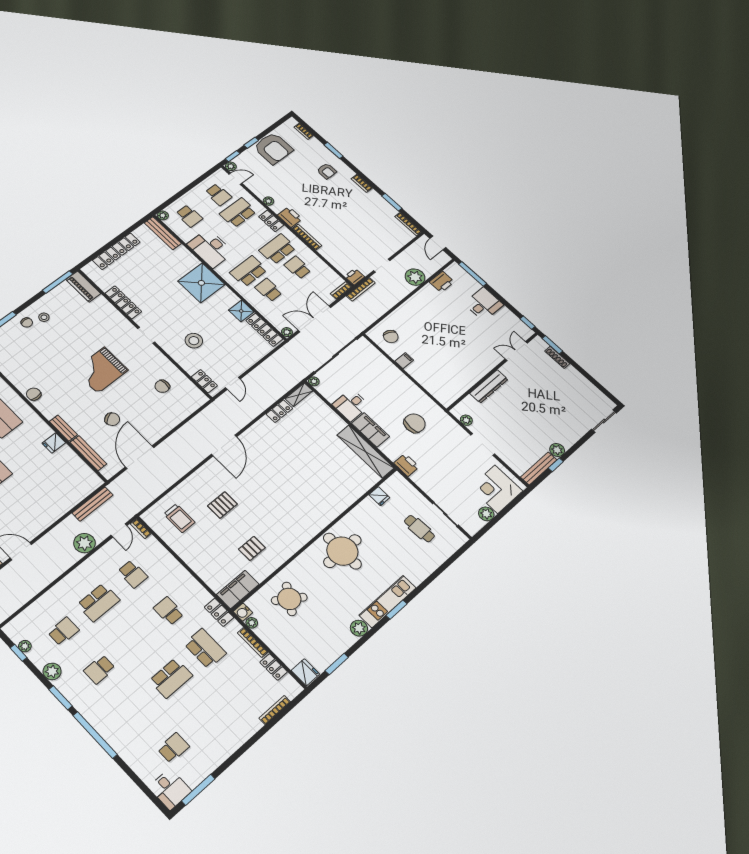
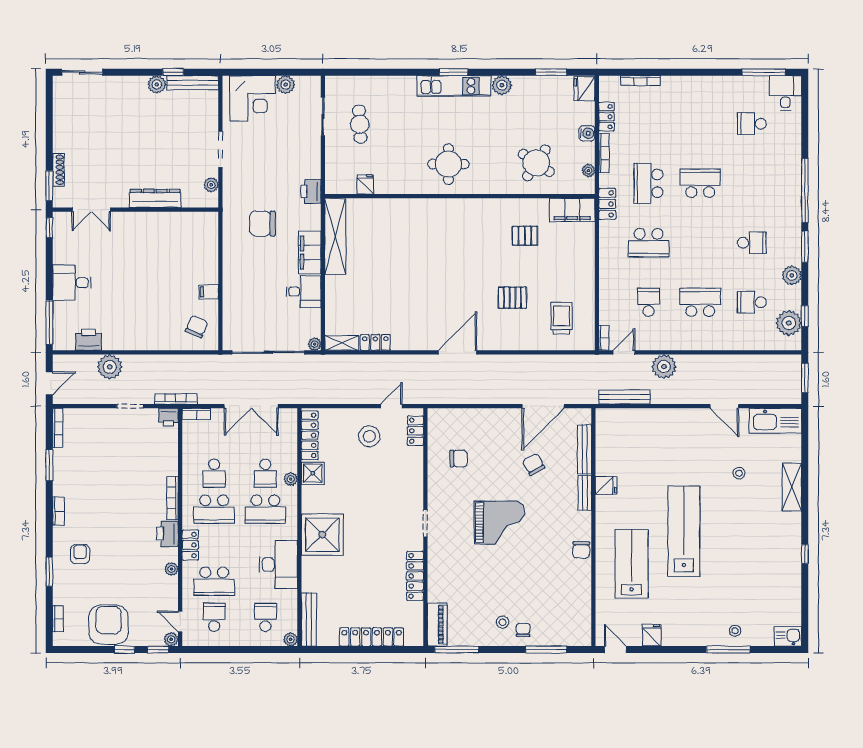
plant: (287, 332) -> (291, 479), moved
stool: (194, 341) -> (369, 436), moved
round table: (342, 551) -> (448, 164), width x0.73, depth x0.73
school desk: (169, 611) -> (648, 243), width x1.85
water cooler: (243, 612) -> (587, 133), moved
plant: (25, 646) -> (789, 323), width x1.87, depth x1.87

